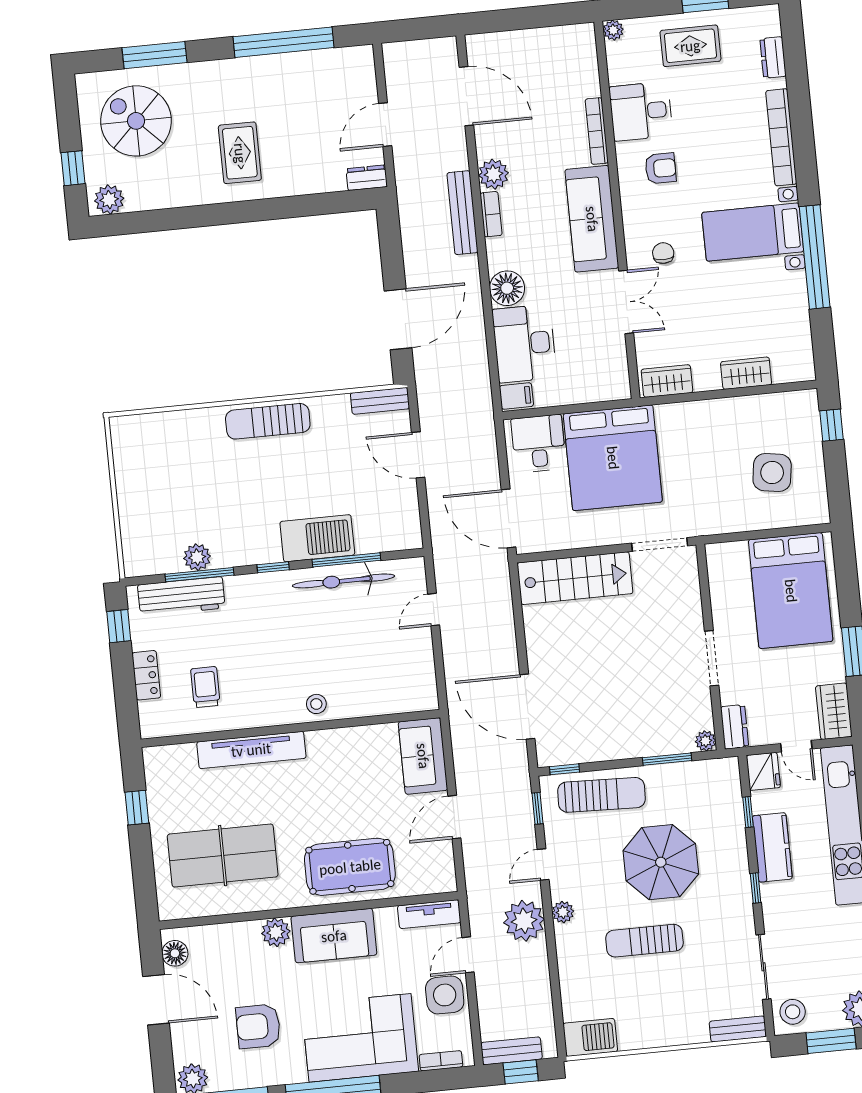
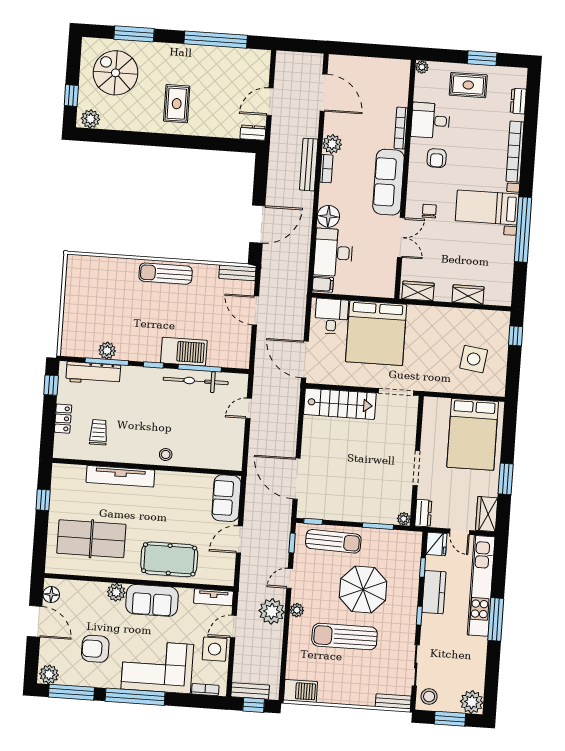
armchair: (661, 168) -> (437, 158), turned 90
sun lounger: (644, 941) -> (345, 637), width x1.36, depth x1.34

